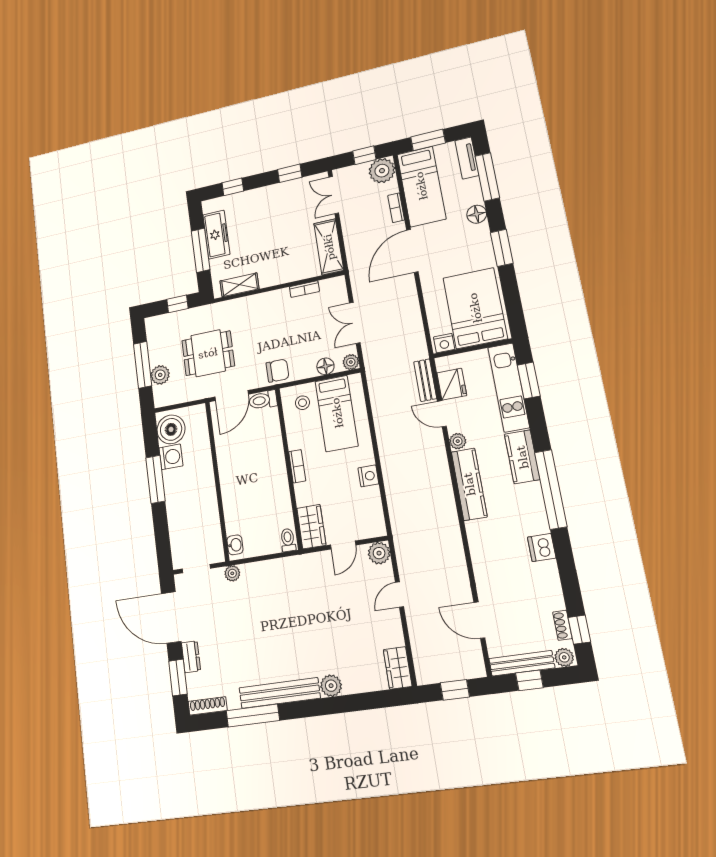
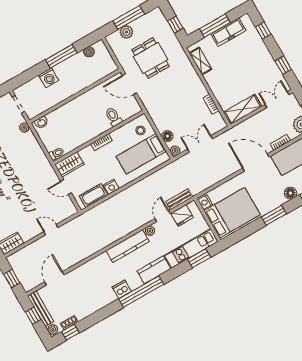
chair: (277, 371) -> (155, 107), removed
toilet: (263, 400) -> (113, 117), moved
boiler: (171, 429) -> (89, 52), width x0.54, depth x0.54
washing machine: (171, 457) -> (49, 78), moved
cot: (371, 508) -> (93, 195), added
dishwasher: (542, 548) -> (122, 289), moved
plant: (379, 553) -> (69, 209), removed

